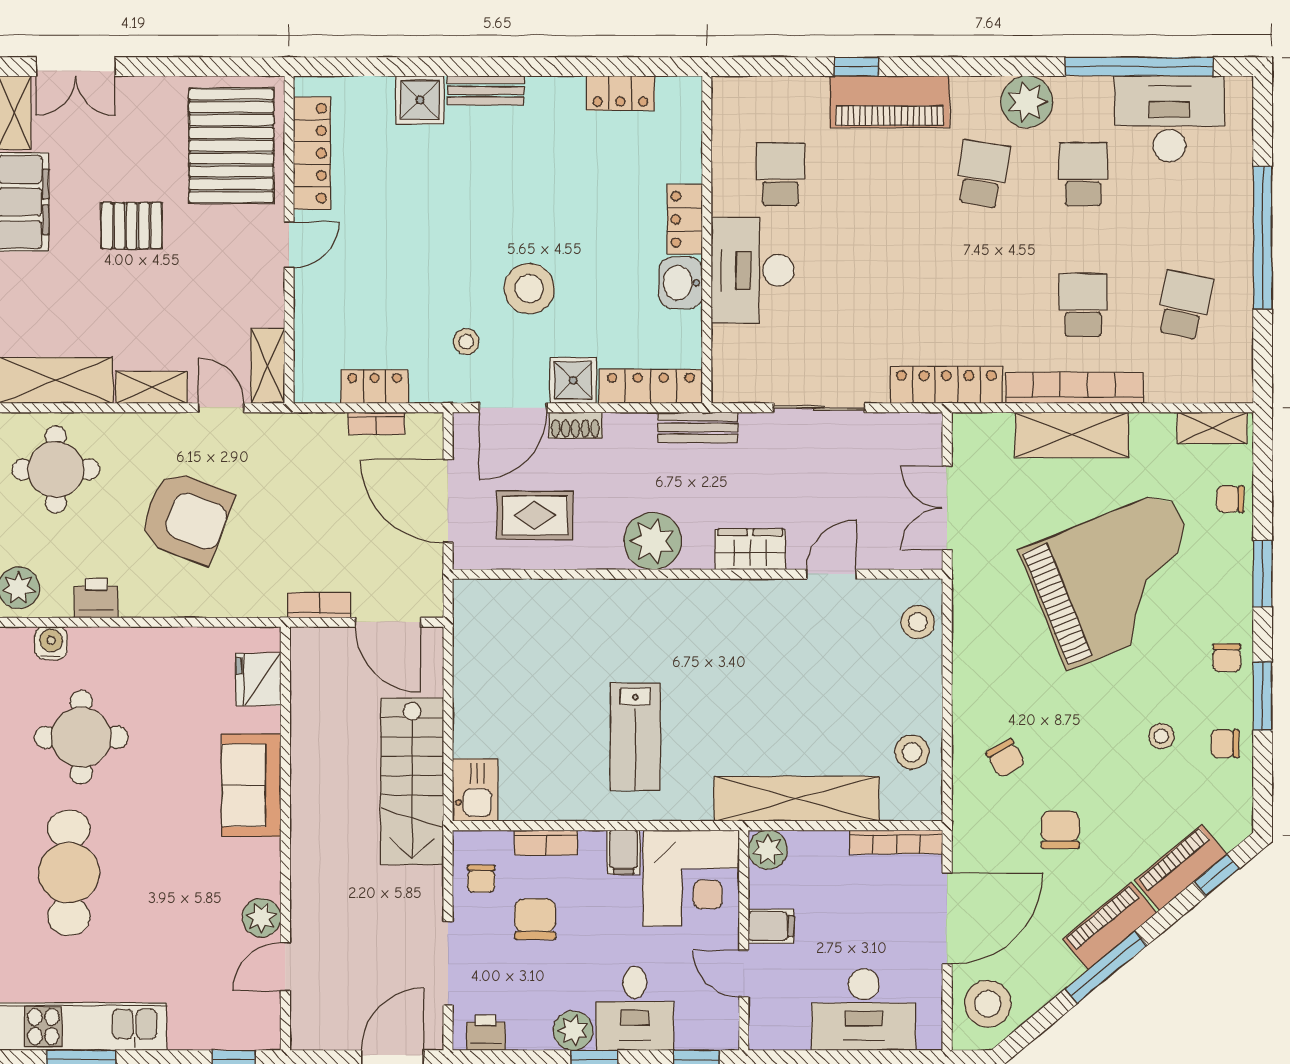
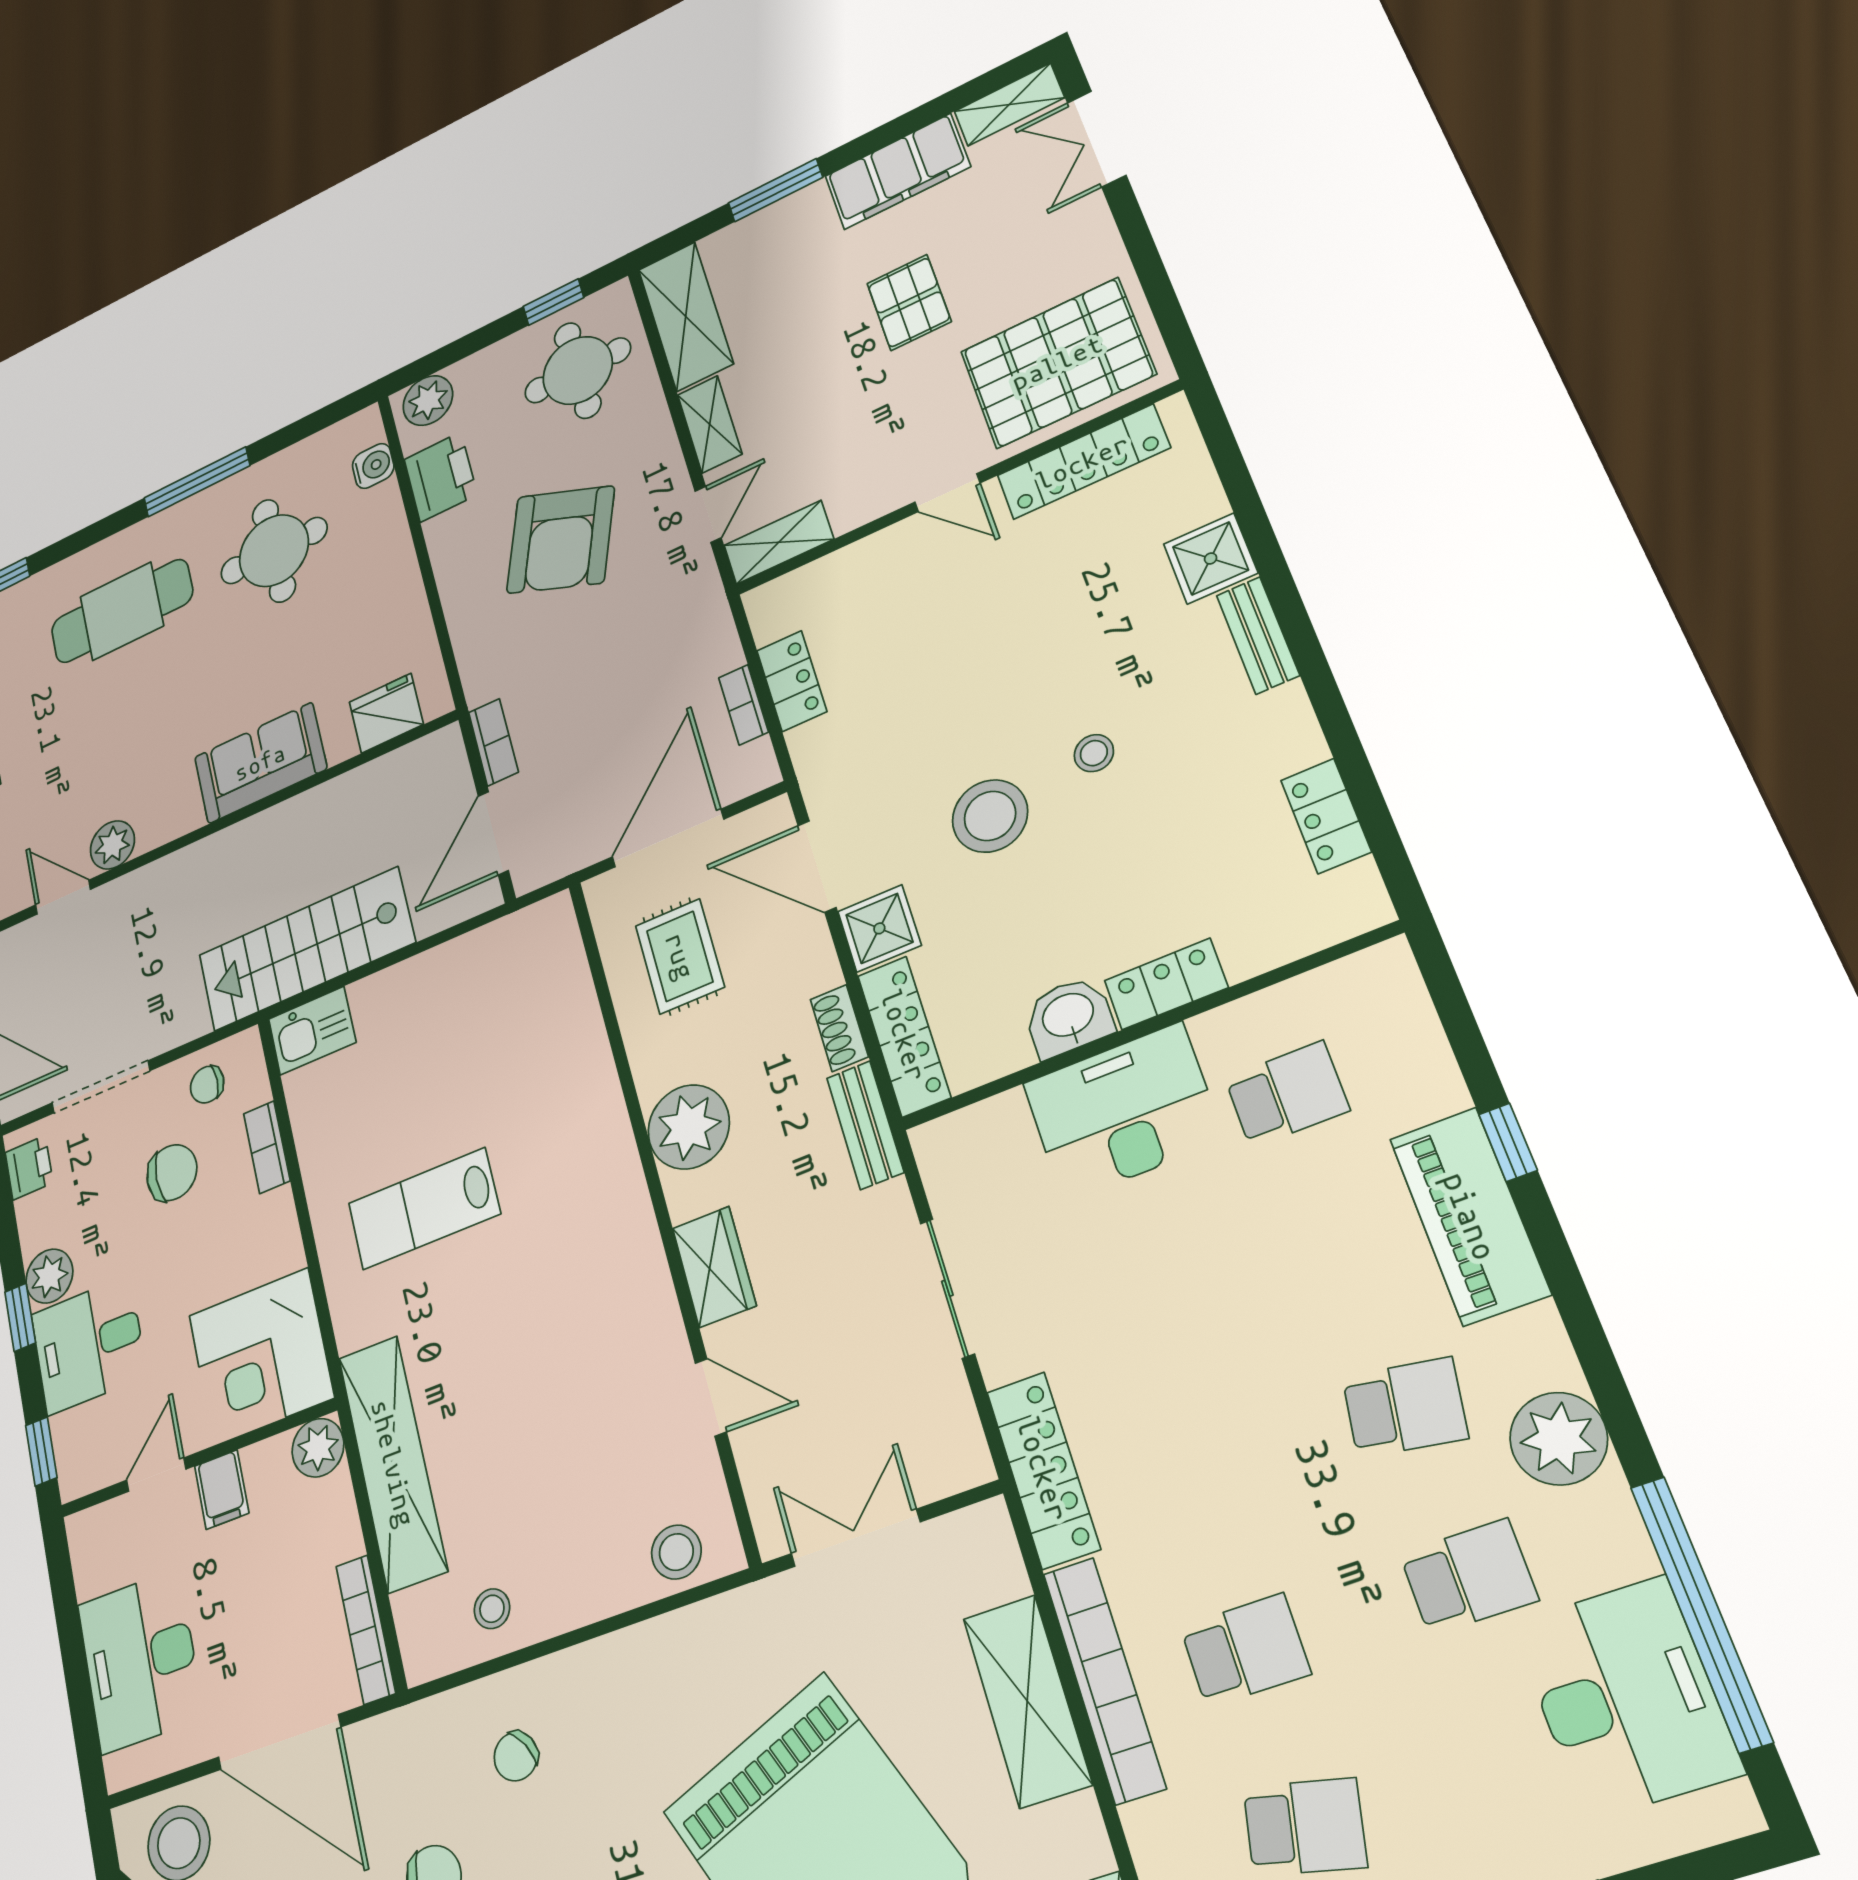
stool: (466, 342) -> (1094, 753), moved
shoe rack: (575, 425) -> (839, 1028), moved
printer: (96, 598) -> (441, 477), width x1.36, depth x1.24
stool: (912, 752) -> (492, 1609), width x0.73, depth x0.73
filing cabinet: (624, 852) -> (275, 1253), removed

